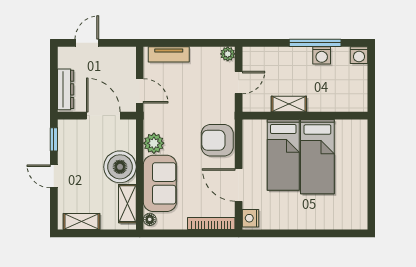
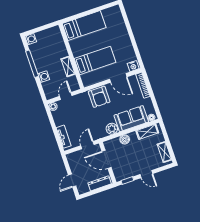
door: (87, 43) -> (72, 181), hinge flipped
washing machine: (322, 55) -> (44, 77), moved
door: (239, 82) -> (66, 96), hinge flipped
door: (103, 116) -> (107, 159), hinge flipped
bed: (317, 157) -> (84, 26), moved
boiler: (120, 167) -> (125, 139), width x0.54, depth x0.54
door: (54, 176) -> (146, 174), hinge flipped
door: (239, 185) -> (118, 78), hinge flipped

